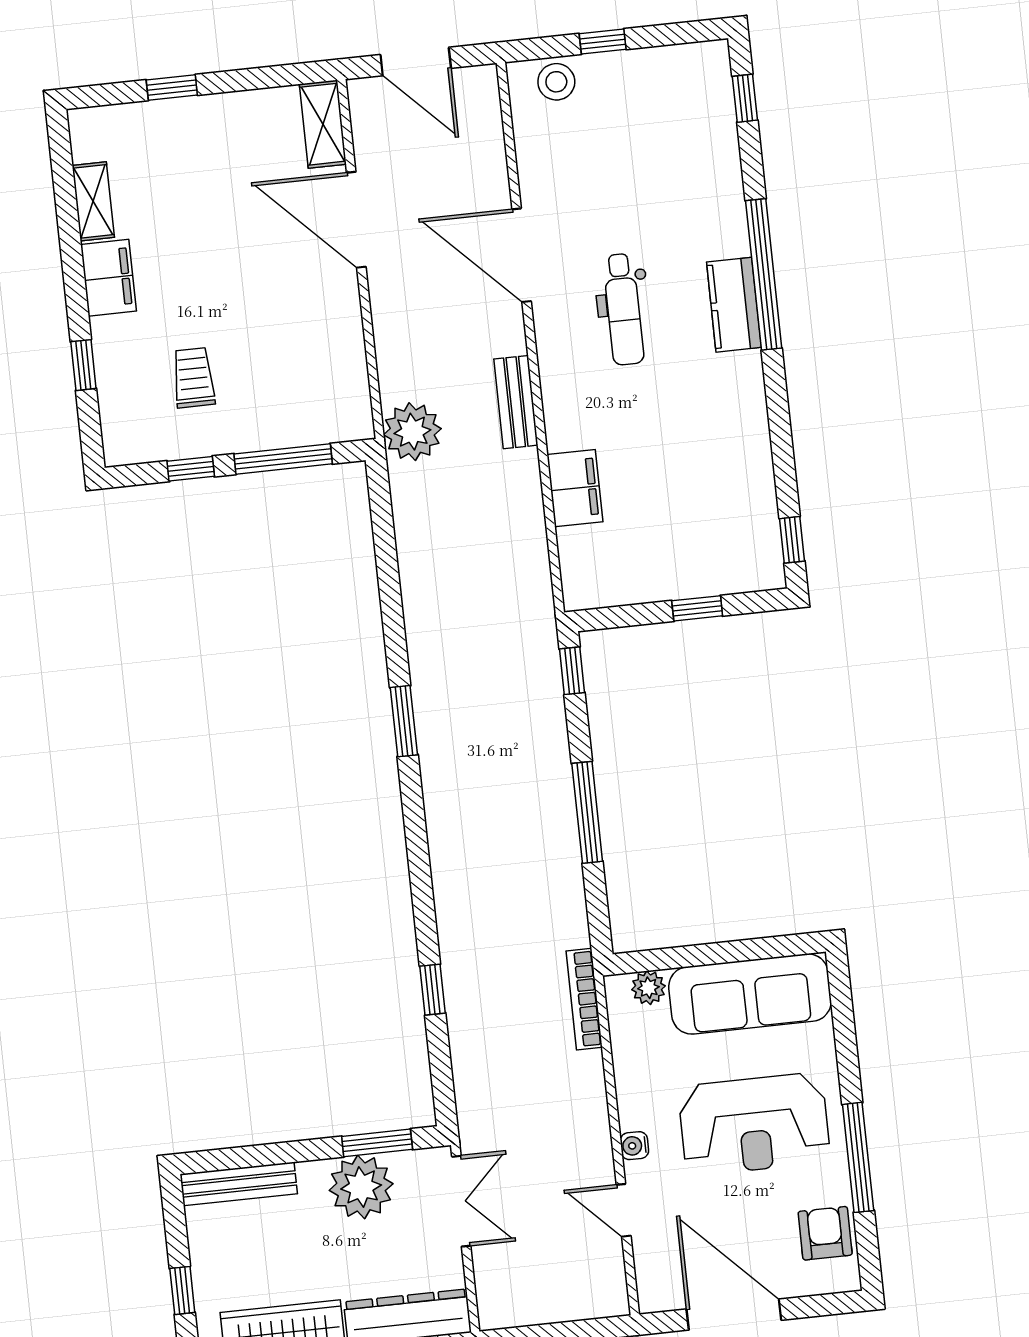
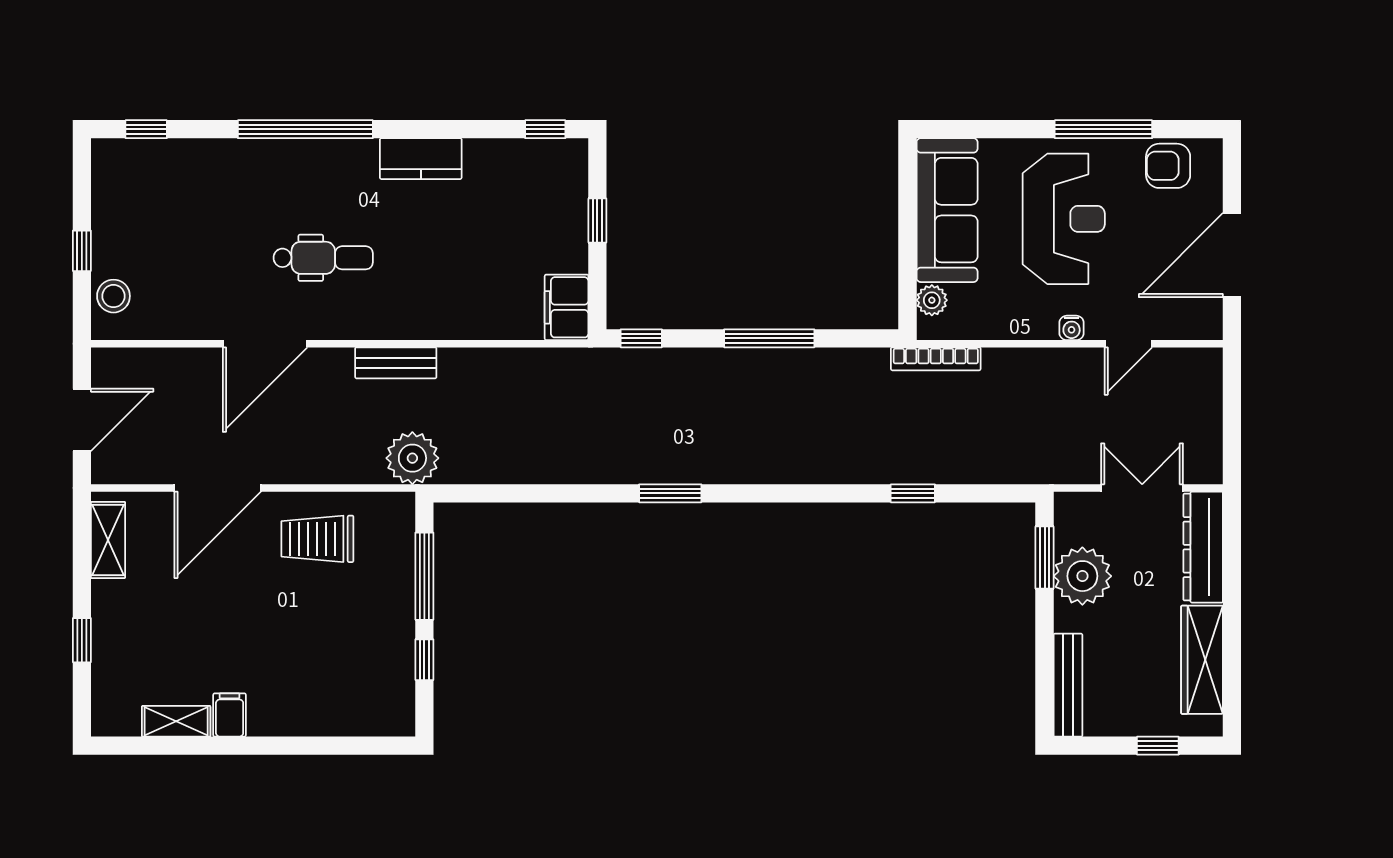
shelving: (323, 124) -> (108, 540), moved, turned 90
filing cabinet: (108, 278) -> (230, 715), width x0.50
kitchen counter: (734, 305) -> (421, 159), moved
window: (83, 365) -> (321, 746), removed
trolley: (194, 378) -> (317, 539), moved, width x1.36, depth x1.39
filing cabinet: (575, 488) -> (567, 307), moved, turned -90
double door: (461, 1201) -> (1142, 488), moved

